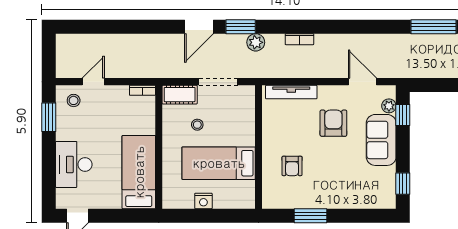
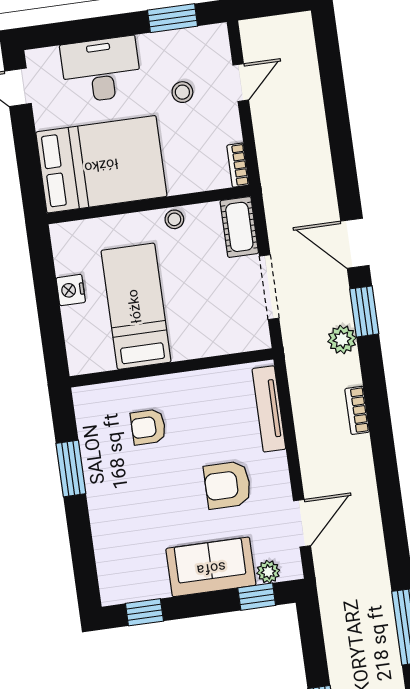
door: (93, 82) -> (241, 83), hinge flipped
stool: (74, 100) -> (182, 92), moved
armchair: (333, 123) -> (228, 485), turned 180
stool: (197, 125) -> (174, 219), moved
bed: (139, 172) -> (101, 164), width x1.50

